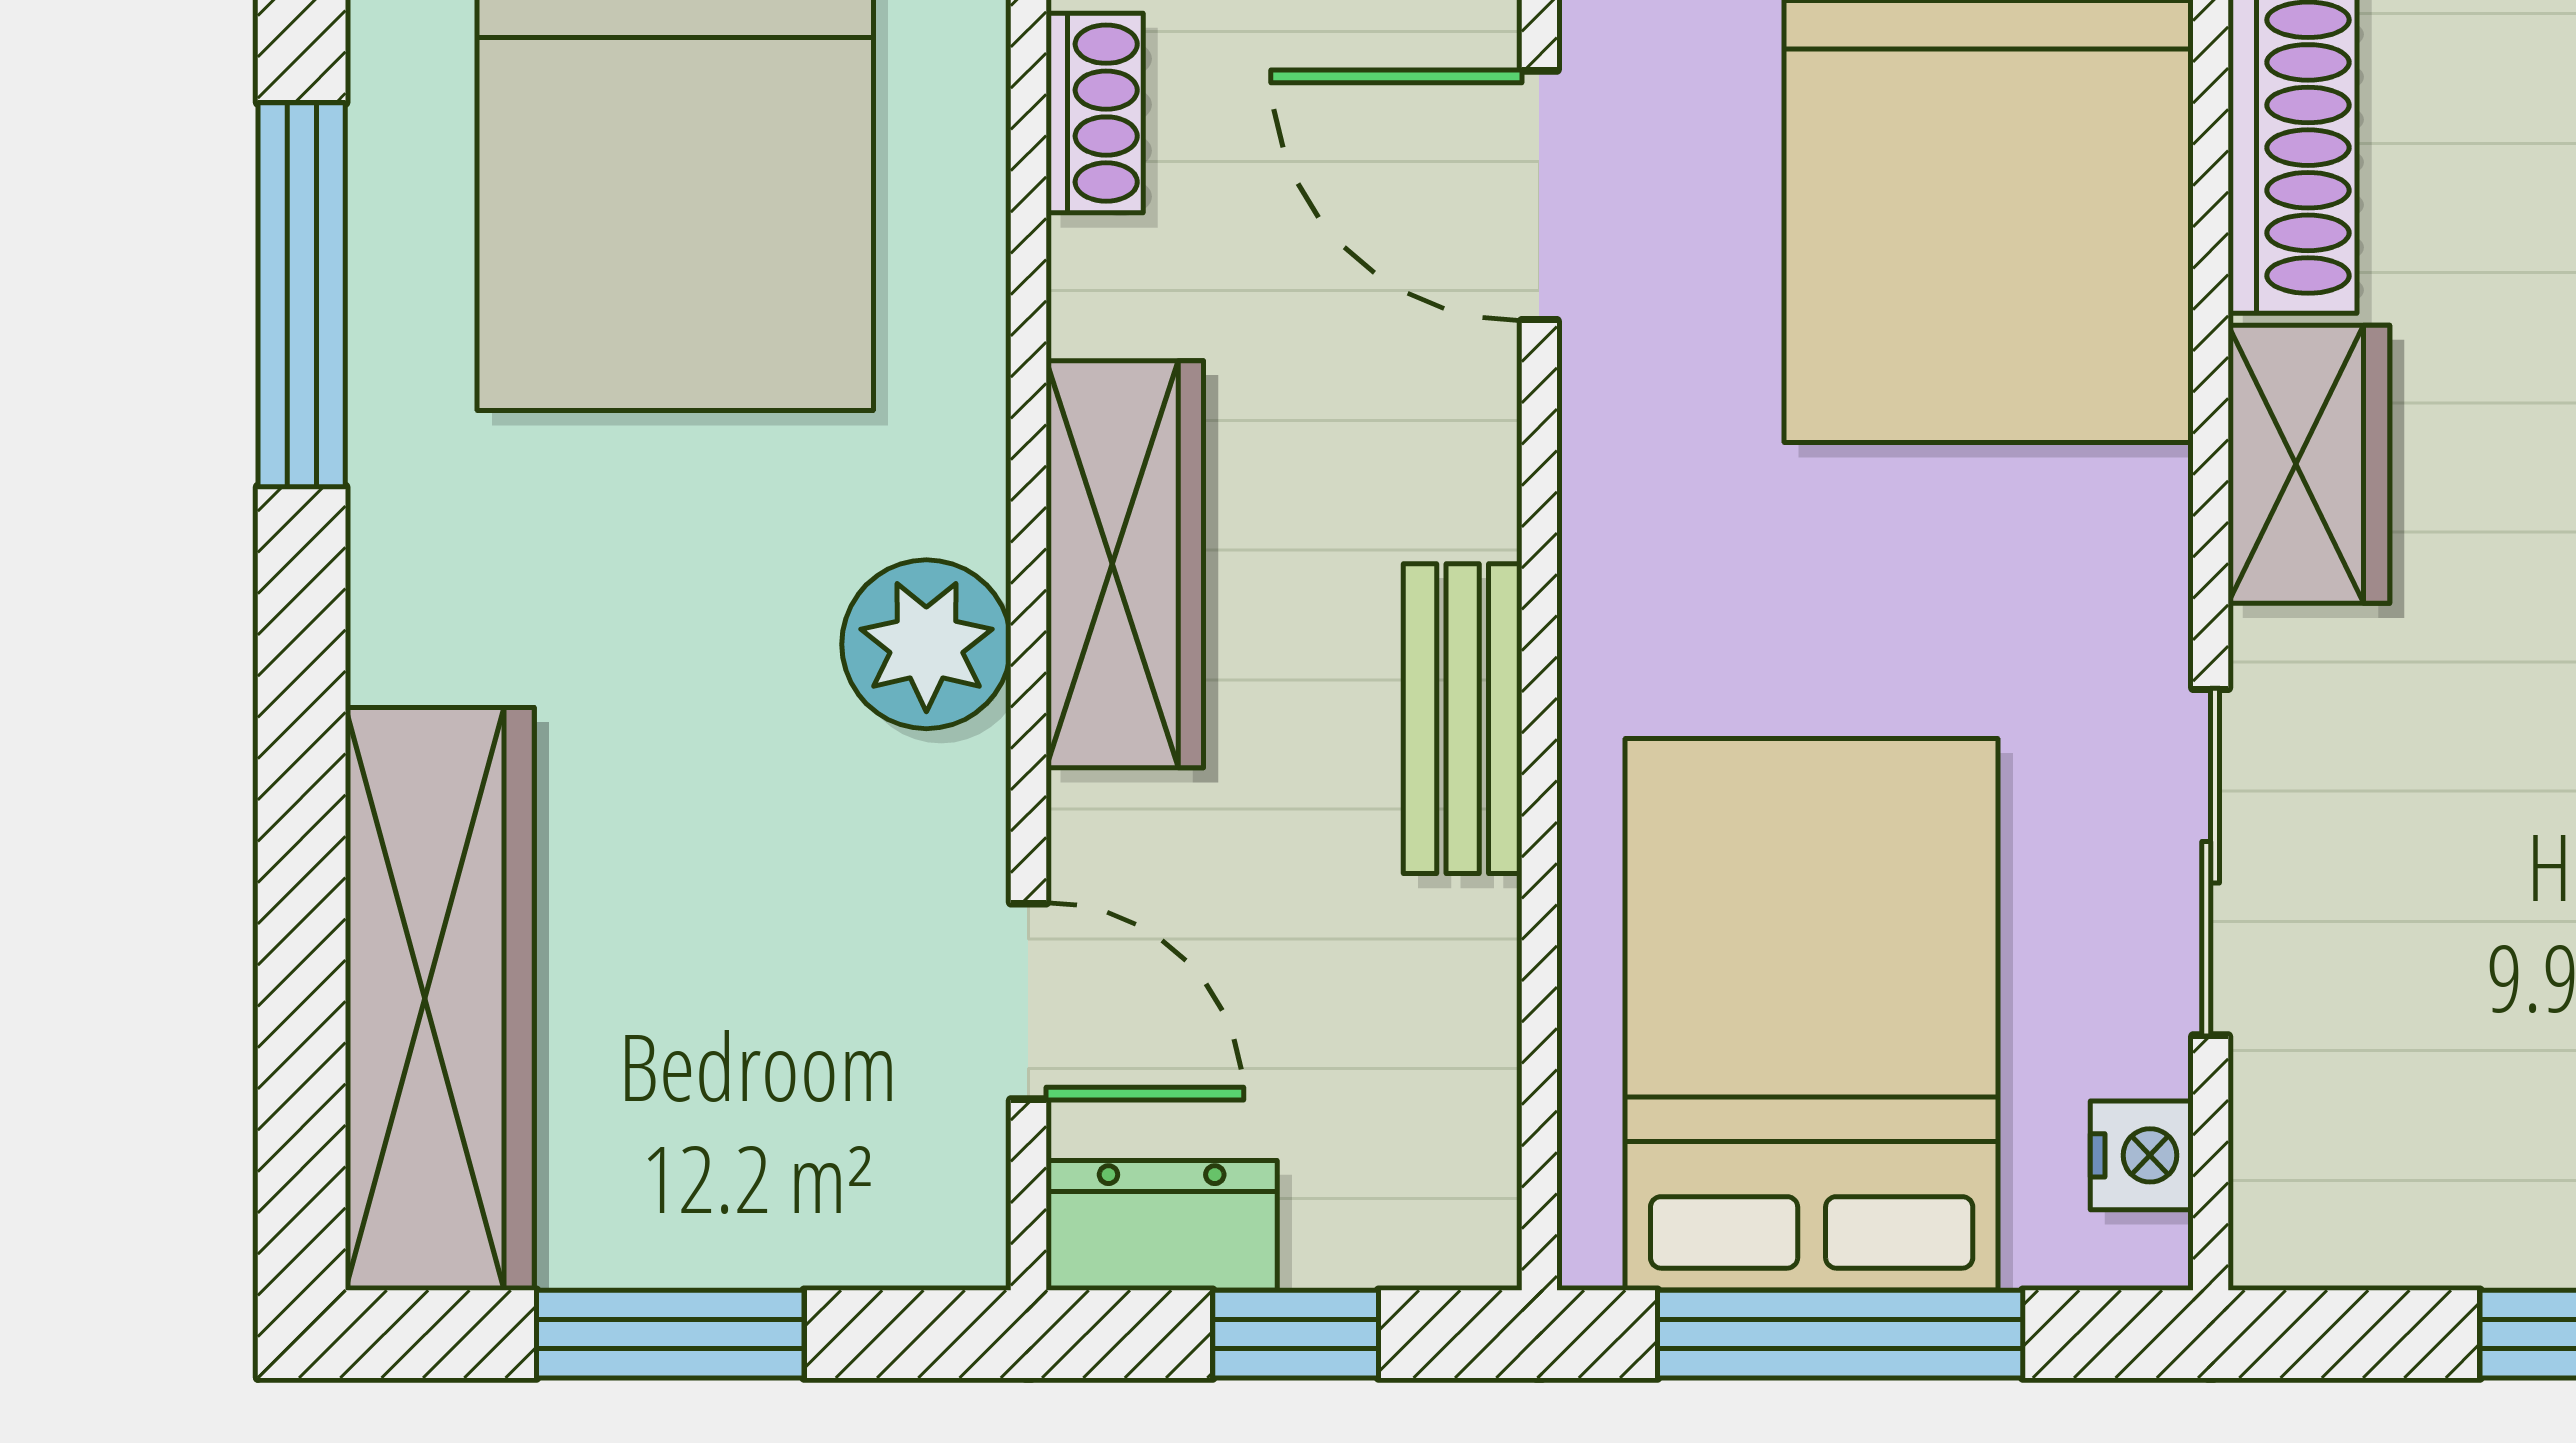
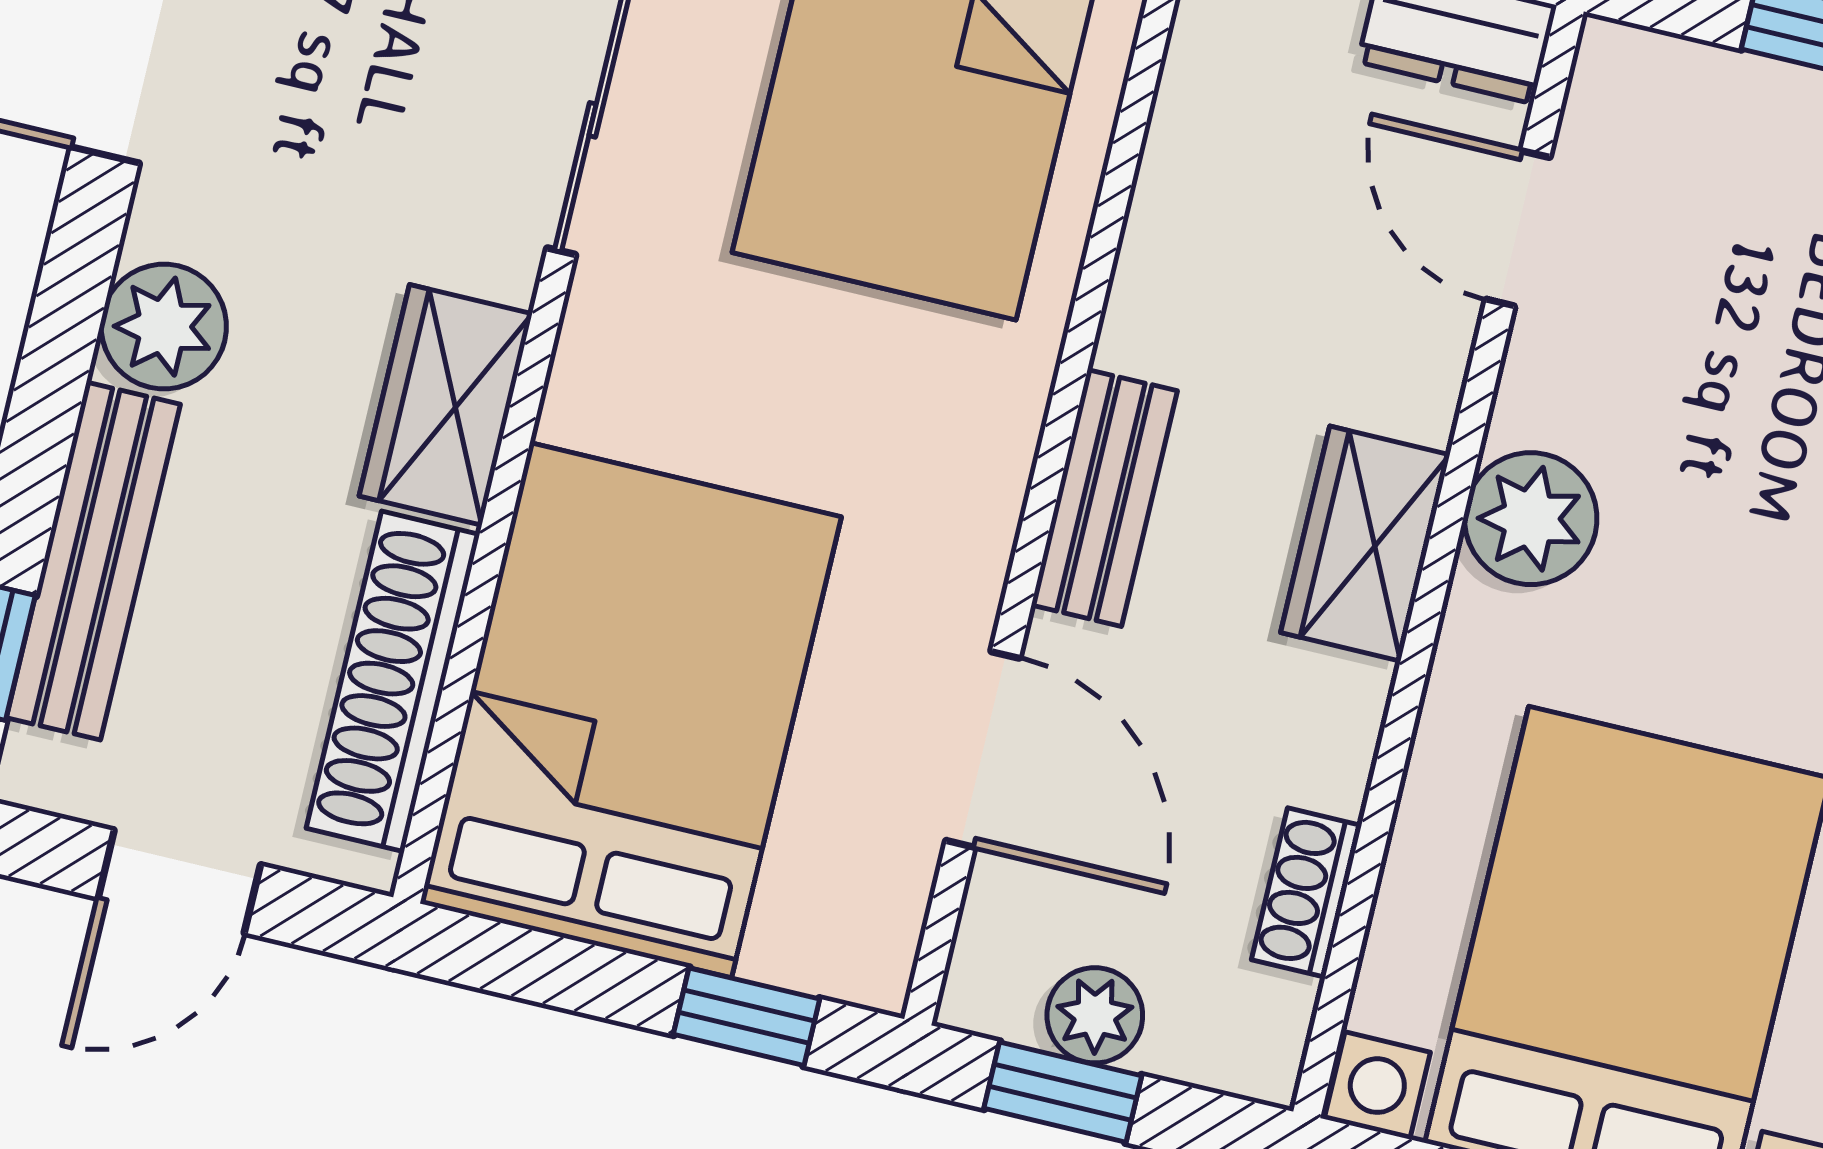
wardrobe: (1125, 564) -> (1365, 544), width x0.67
bench: (1463, 719) -> (1104, 498), moved

